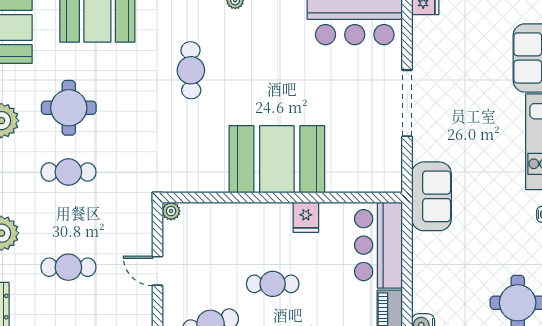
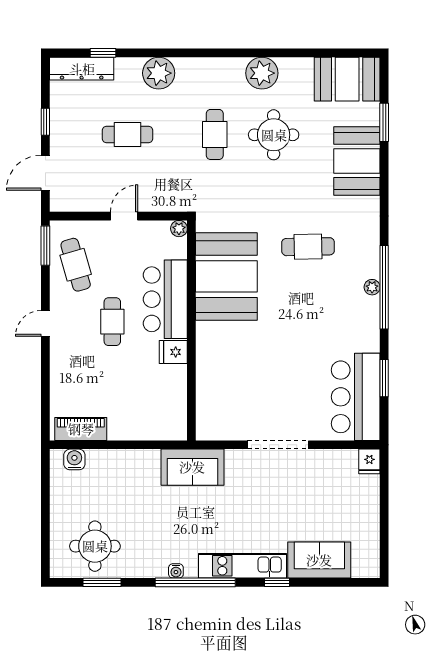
booth: (277, 159) -> (226, 276), moved
bar counter: (378, 245) -> (165, 299), moved, turned -90
cafe table: (68, 267) -> (128, 134), turned 90

